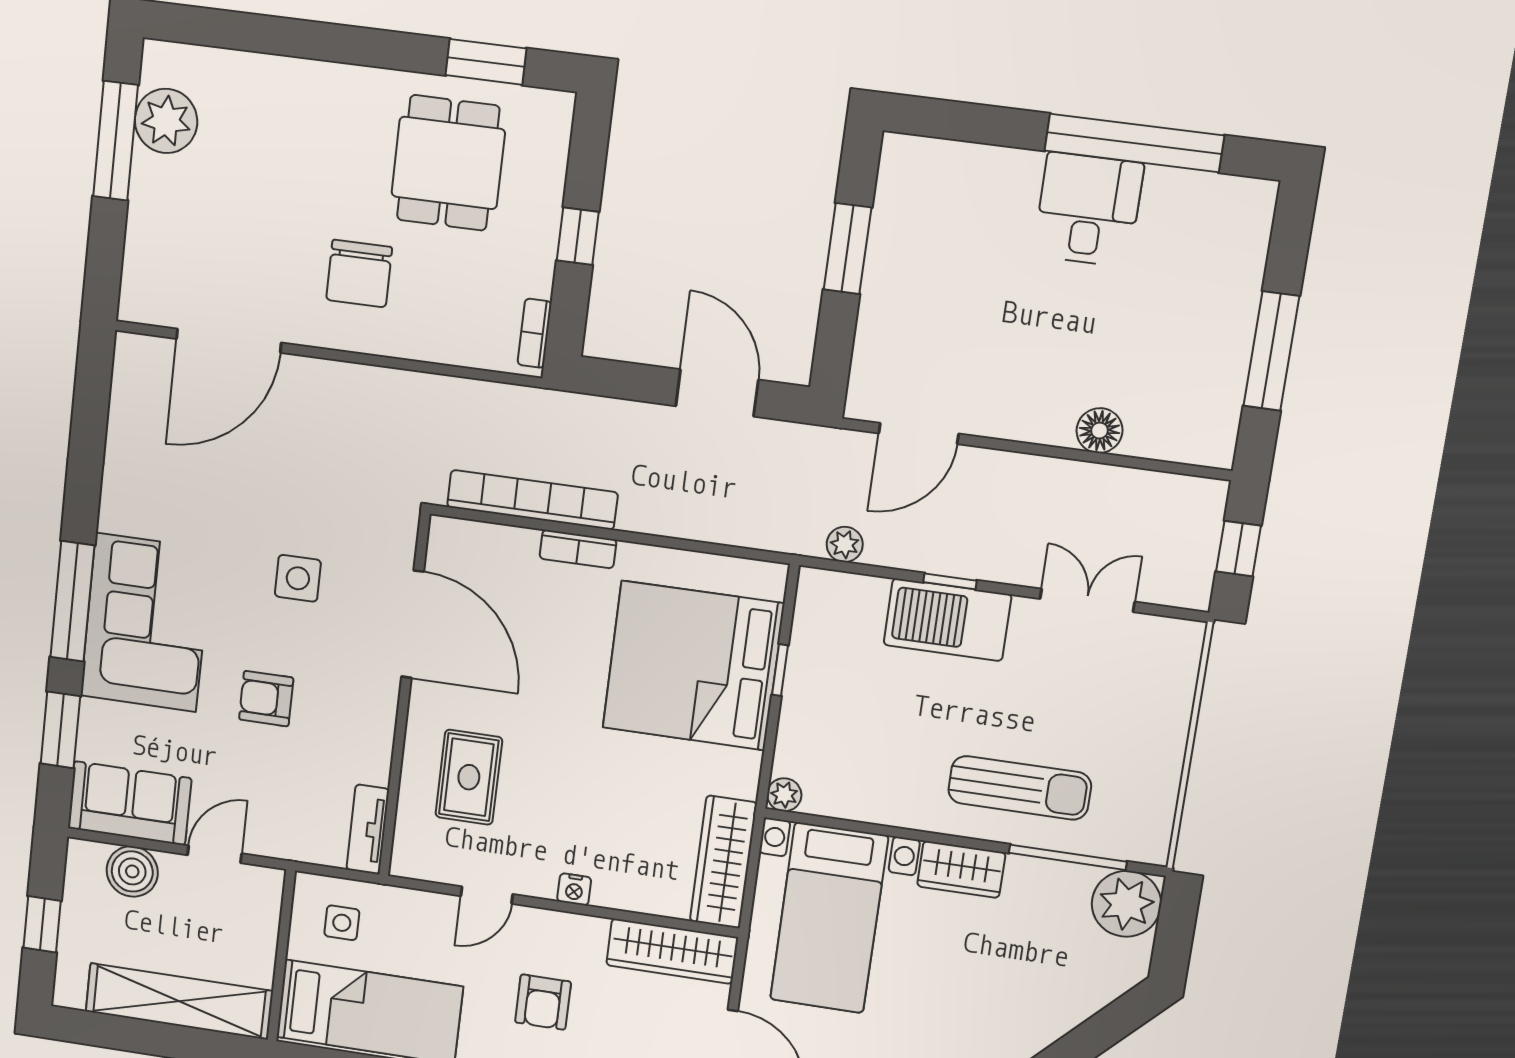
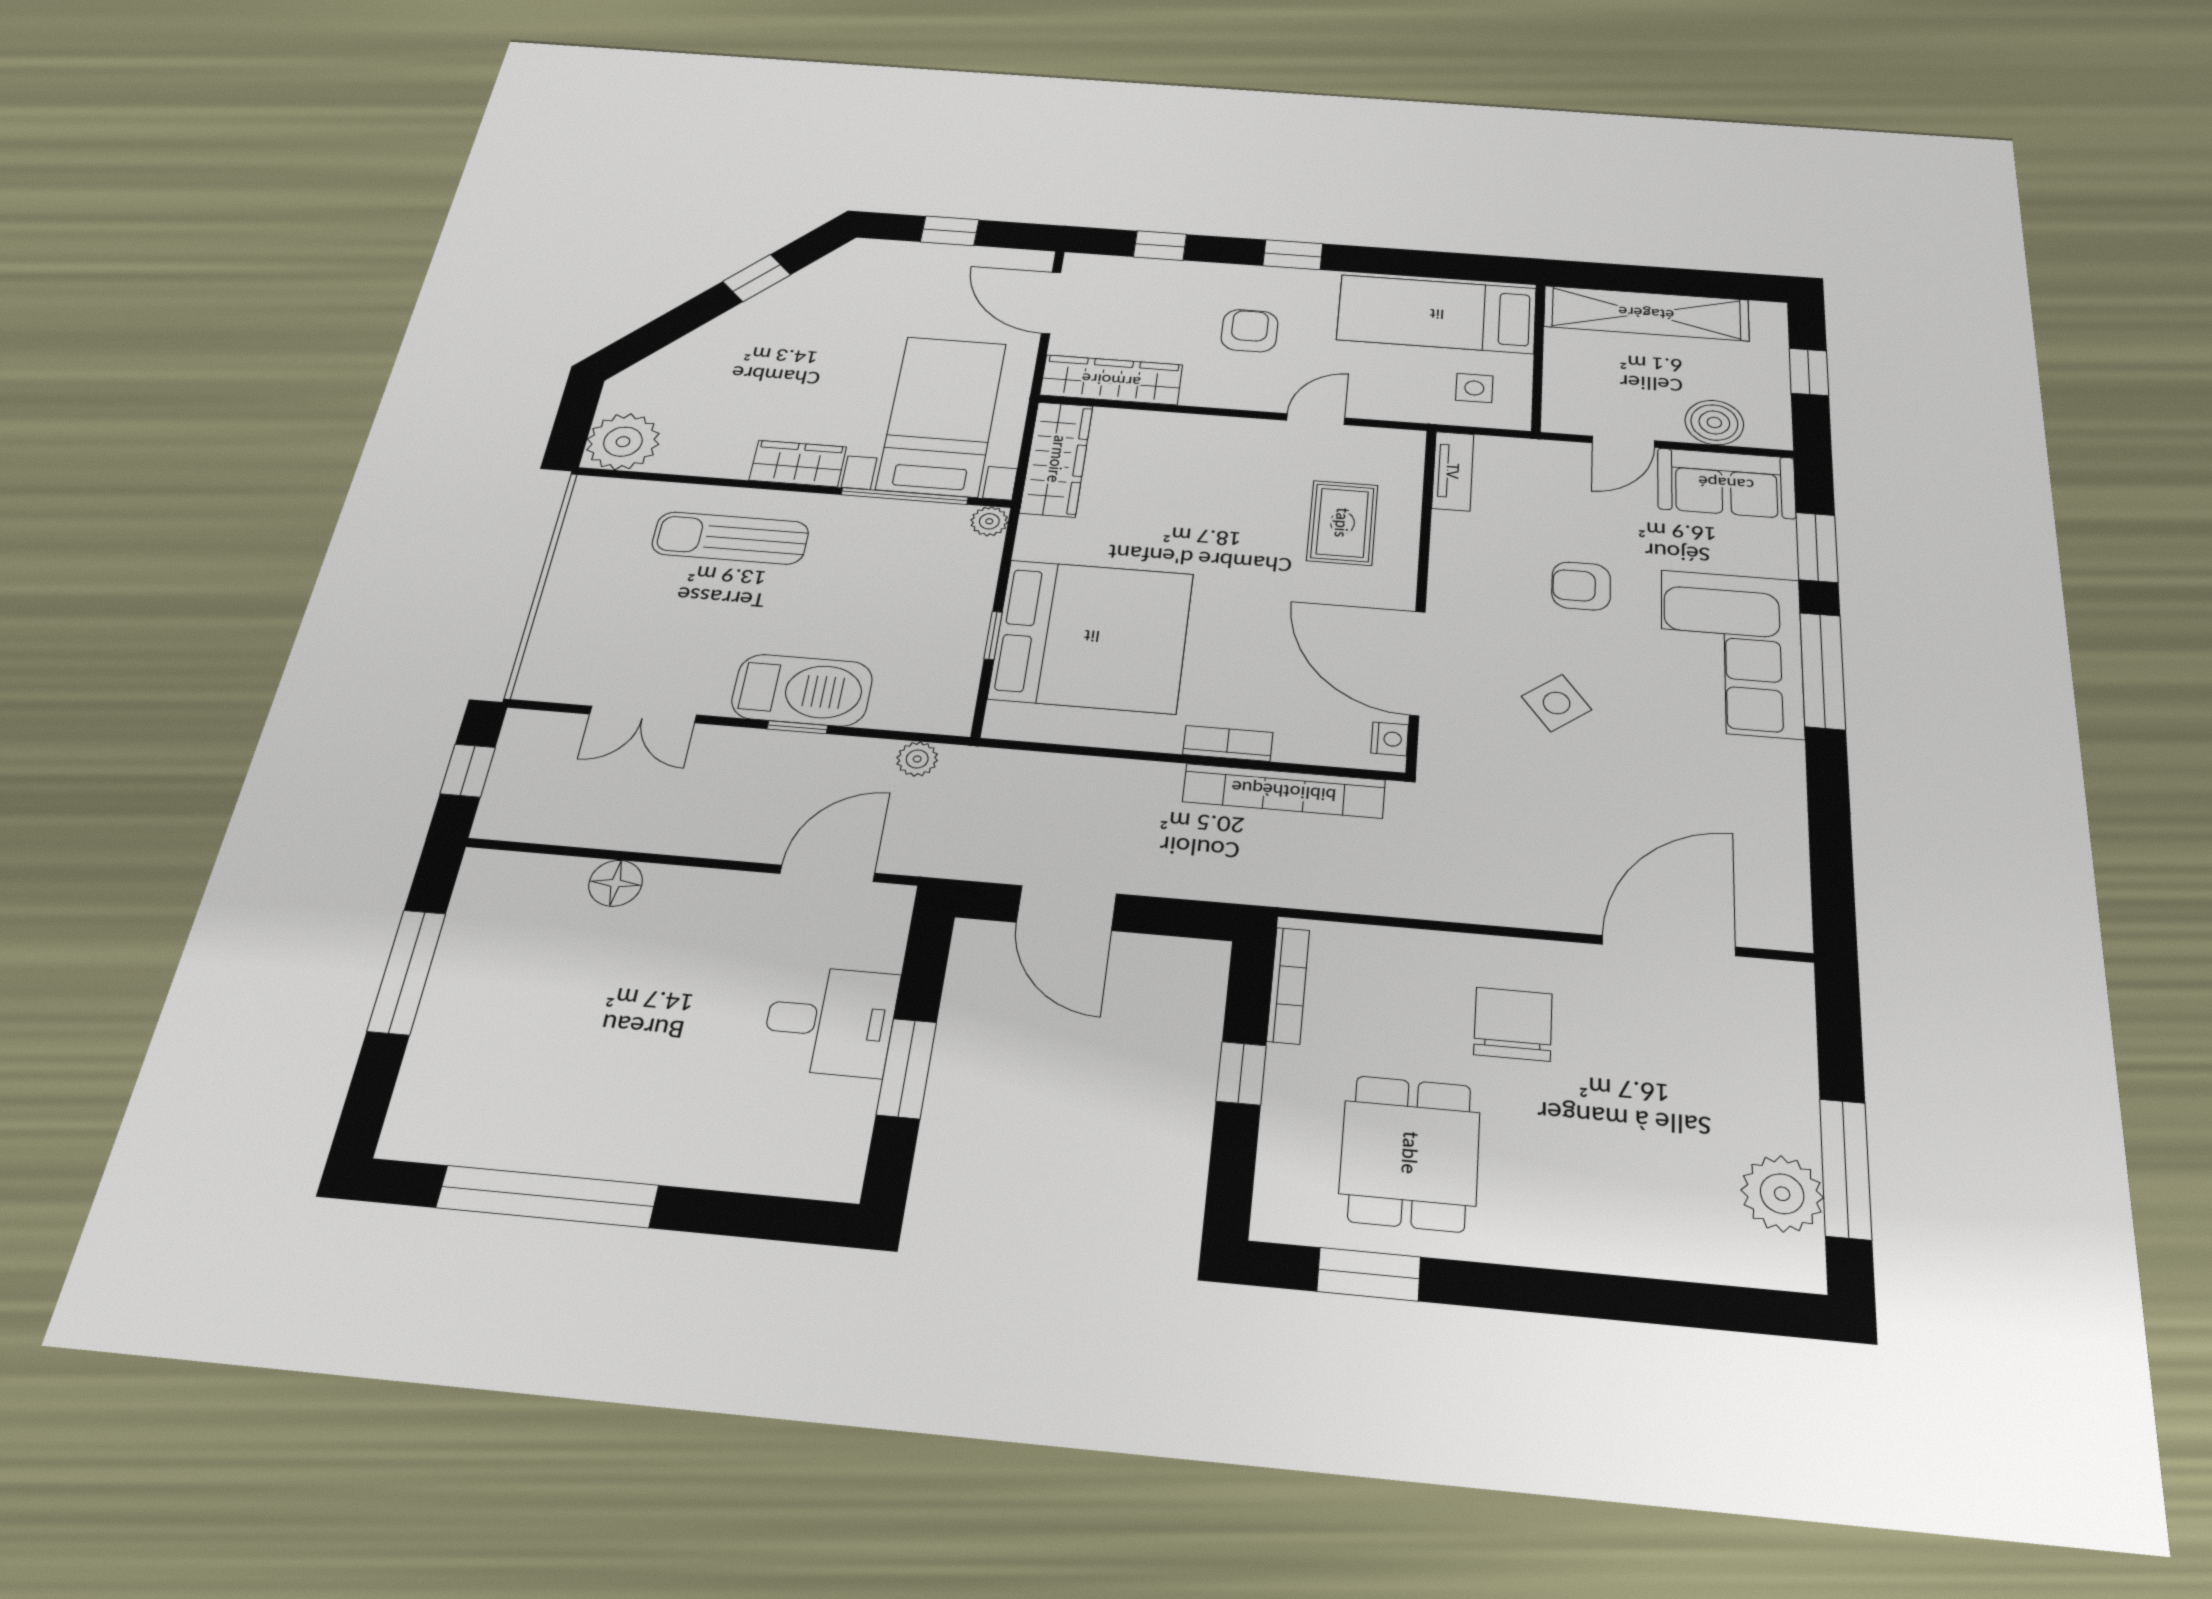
desk: (1088, 209) -> (830, 1021), moved, turned -90
bookcase: (535, 333) -> (1288, 985), width x1.56
side table: (298, 578) -> (1557, 703), turned -37
armchair: (266, 699) -> (1581, 586), turned 180
window: (1068, 857) -> (905, 496), moved
nightstand: (574, 889) -> (1390, 739), moved, turned 90

